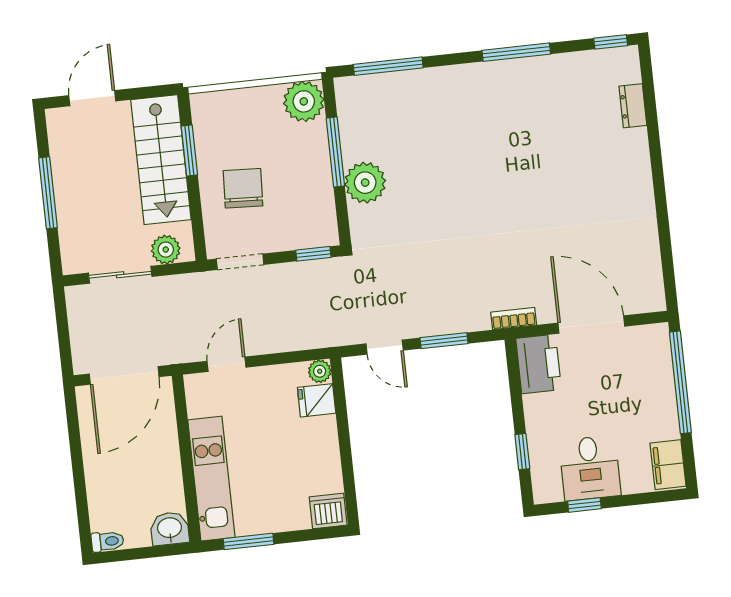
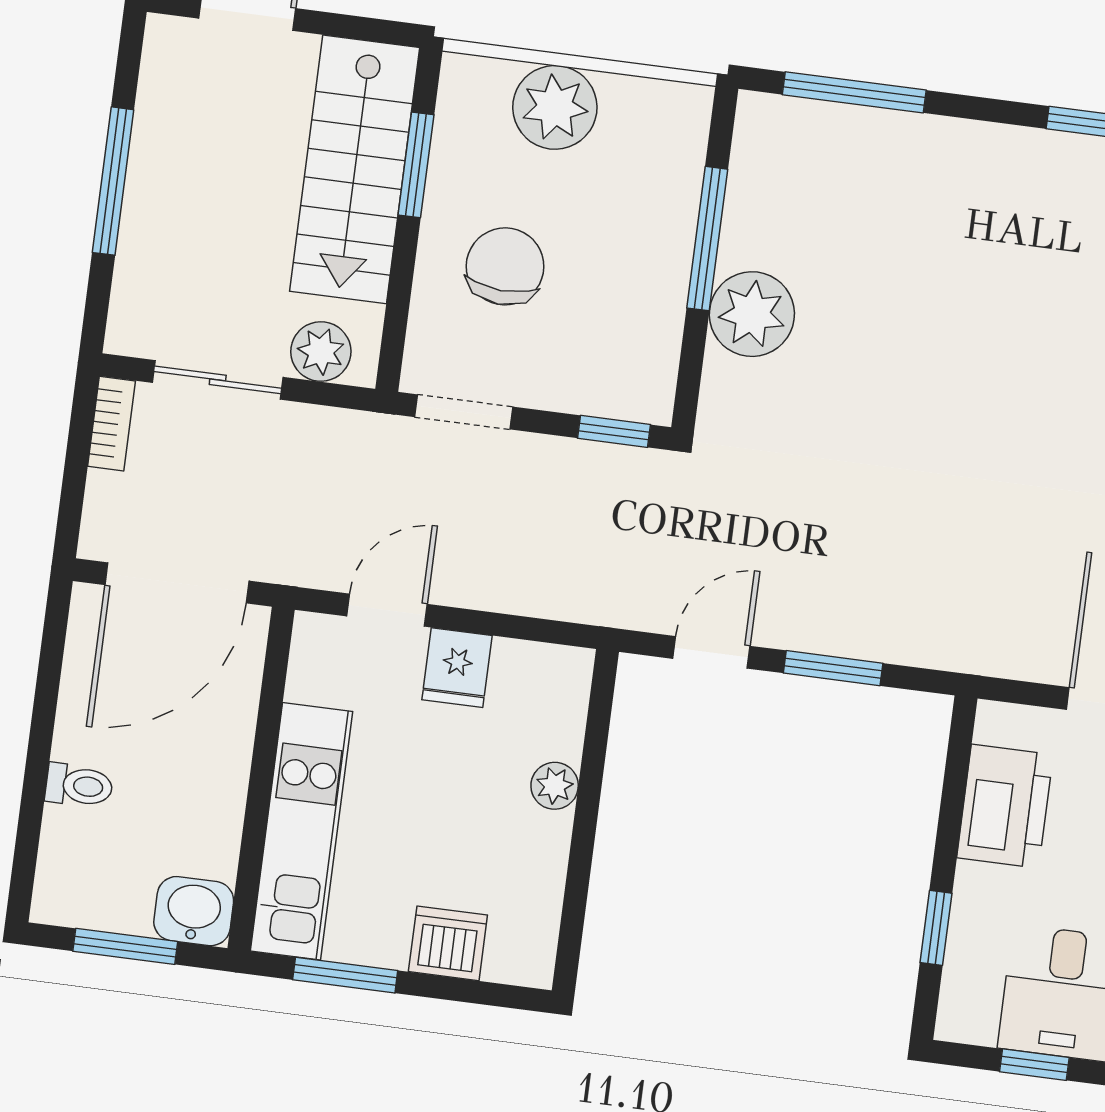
plant: (304, 101) -> (555, 107), moved
bookcase: (514, 319) -> (111, 424), moved, turned 90
door: (385, 347) -> (711, 652), swing flipped
printer: (539, 364) -> (1005, 806), moved
plant: (320, 371) -> (555, 786), moved
fridge: (317, 400) -> (457, 668), moved, turned -90
dishwasher: (328, 511) -> (448, 943), moved
toilet: (107, 541) -> (79, 786), moved
window: (141, 553) -> (125, 946), added

